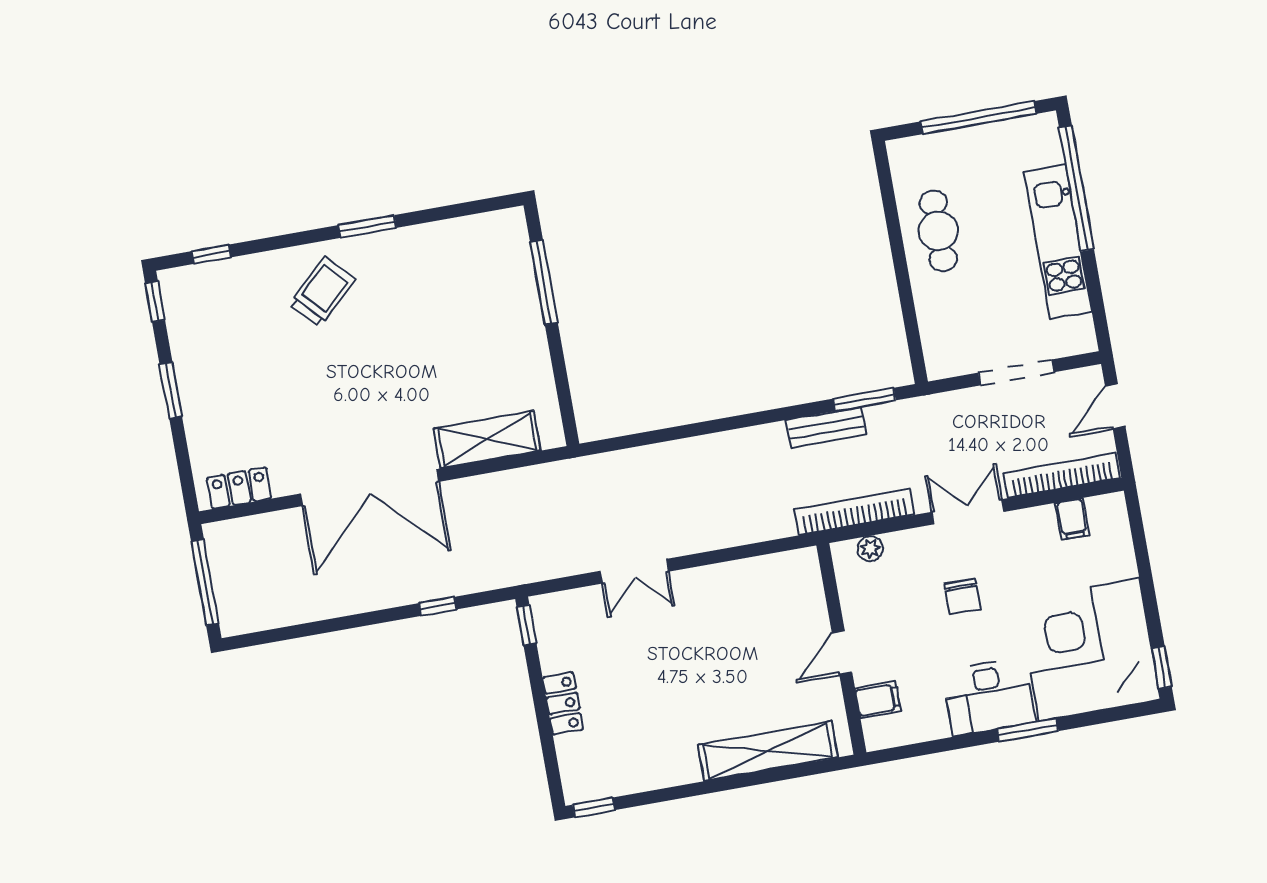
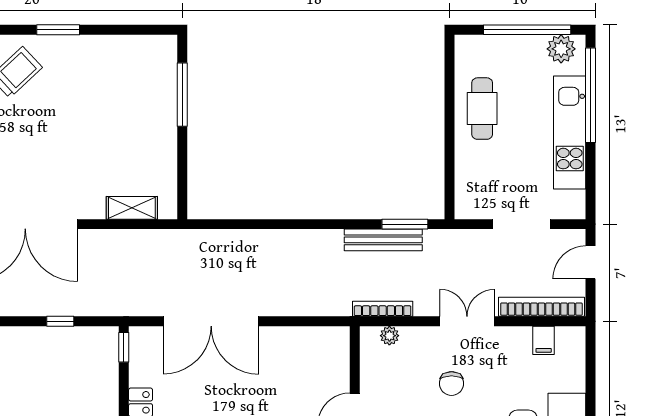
plant: (1027, 135) -> (561, 49), added
bench: (826, 427) -> (383, 240), width x1.36
shelving: (487, 440) -> (132, 208), width x0.67, depth x0.75
bookcase: (854, 512) -> (383, 309), width x0.68, depth x0.76
double door: (634, 571) -> (211, 321), width x1.87

